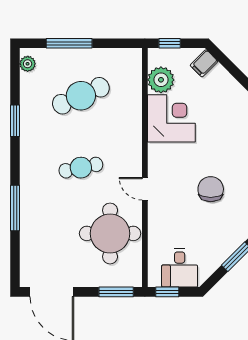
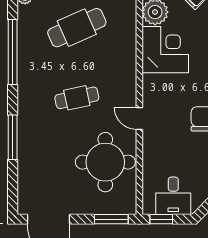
window: (15, 121) -> (13, 52), width x2.11

